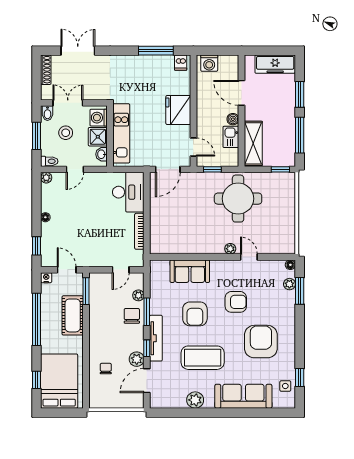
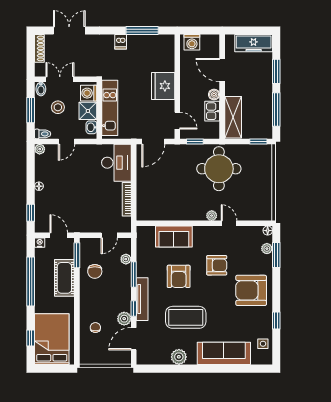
dishwasher: (181, 63) -> (121, 42), moved
chair: (132, 316) -> (95, 271), moved, turned 180
armchair: (261, 342) -> (251, 290), moved, turned -90
window: (300, 378) -> (276, 321), moved

